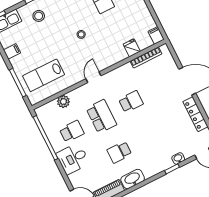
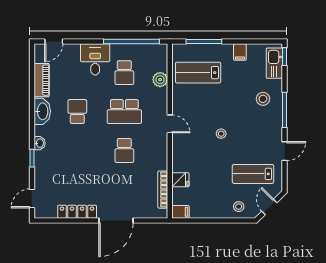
lab bench: (44, 75) -> (198, 73), turned -90
washbasin: (178, 158) -> (40, 143), moved

